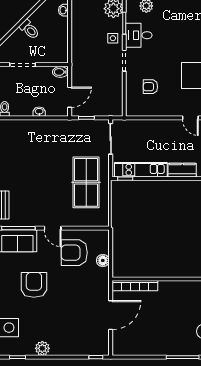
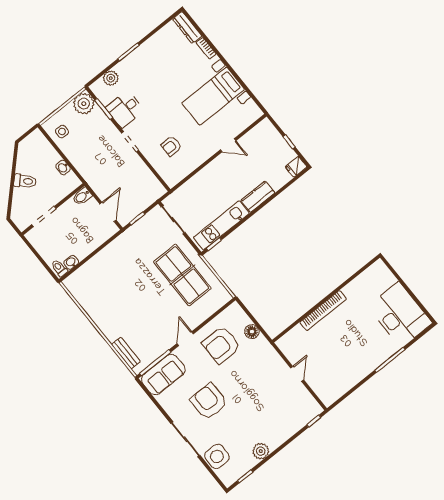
washbasin: (63, 10) -> (63, 167), moved
side table: (113, 38) -> (62, 132), moved
washbasin: (39, 112) -> (71, 262), moved
door: (53, 228) -> (185, 339), swing flipped
bookcase: (135, 286) -> (323, 311), moved
door: (111, 315) -> (297, 374), width x0.53

